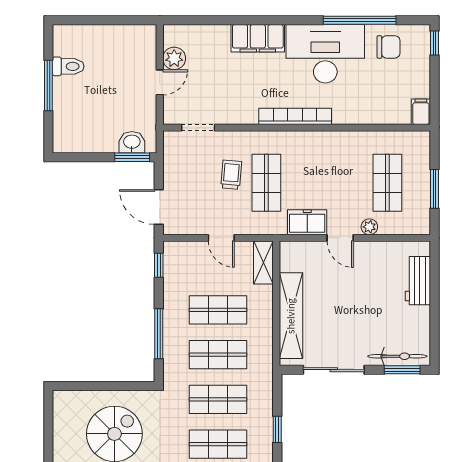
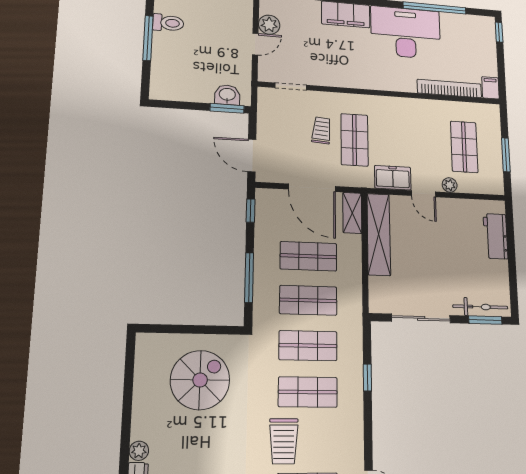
chair: (389, 47) -> (460, 32), removed
bookcase: (295, 116) -> (449, 88), moved
door: (221, 238) -> (312, 188), width x1.88
shelving: (291, 316) -> (379, 234), moved

